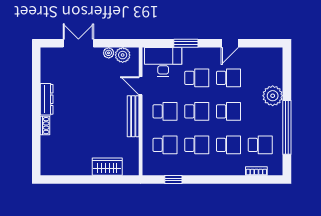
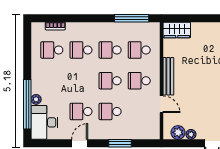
desk: (163, 62) -> (44, 122), moved, turned 90
plant: (273, 96) -> (36, 99), width x0.53, depth x0.53
school desk: (228, 111) -> (81, 81), removed
window: (287, 127) -> (27, 104), moved
wardrobe: (107, 167) -> (177, 30), moved
window: (173, 179) -> (132, 18), width x2.17

